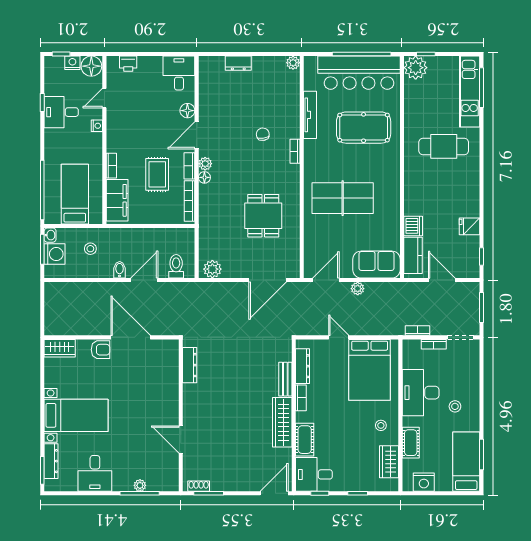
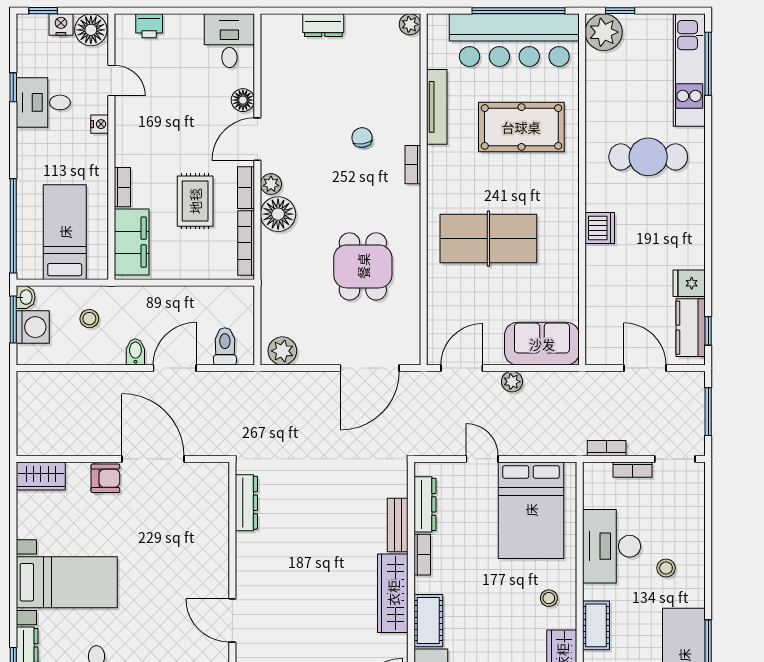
door: (104, 98) -> (111, 81), swing flipped
floor lamp: (204, 177) -> (278, 214), width x1.89, depth x1.89
dishwasher: (413, 226) -> (600, 228), moved
kitchen counter: (413, 255) -> (691, 328), moved, turned 180

